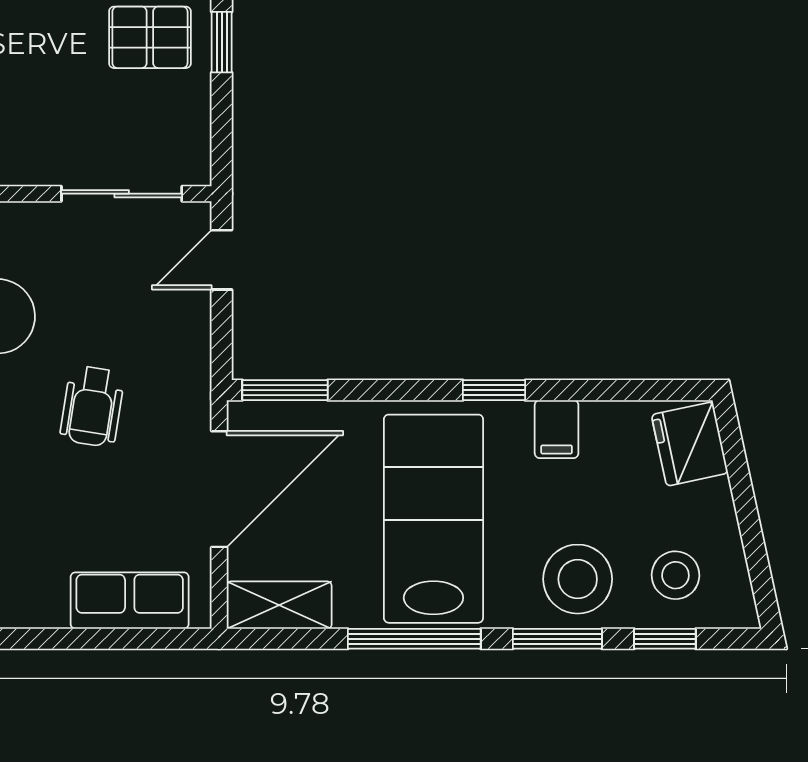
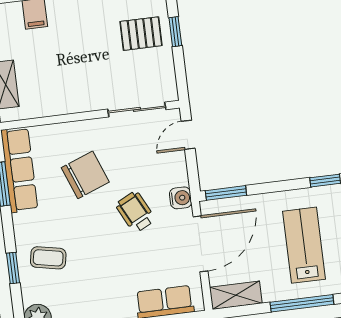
water cooler: (190, 389) -> (181, 198), added
wheelchair: (92, 406) -> (135, 212), turned 144
lab bench: (433, 519) -> (304, 245), width x0.73, depth x0.72

